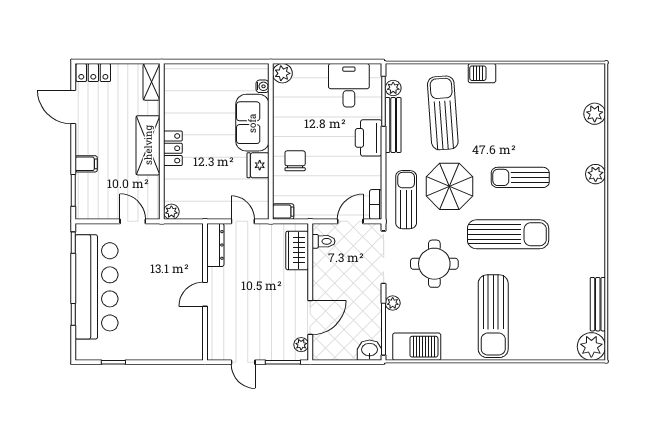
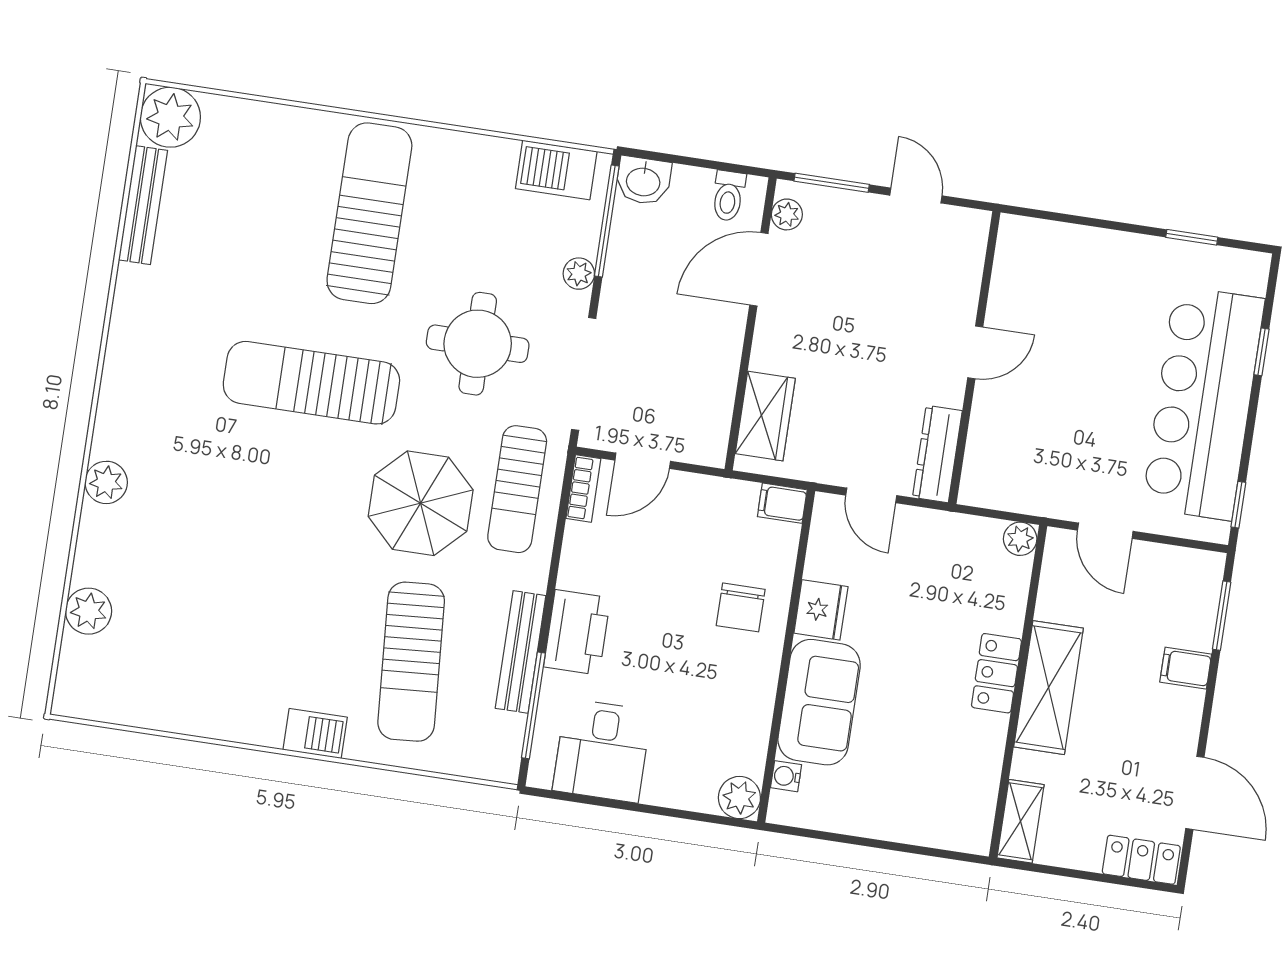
plant: (393, 88) -> (509, 731), removed
sun lounger: (520, 177) -> (267, 500), removed
toilet: (323, 241) -> (728, 196), moved, turned -90
barbecue: (417, 347) -> (556, 170), width x0.73, depth x0.83

